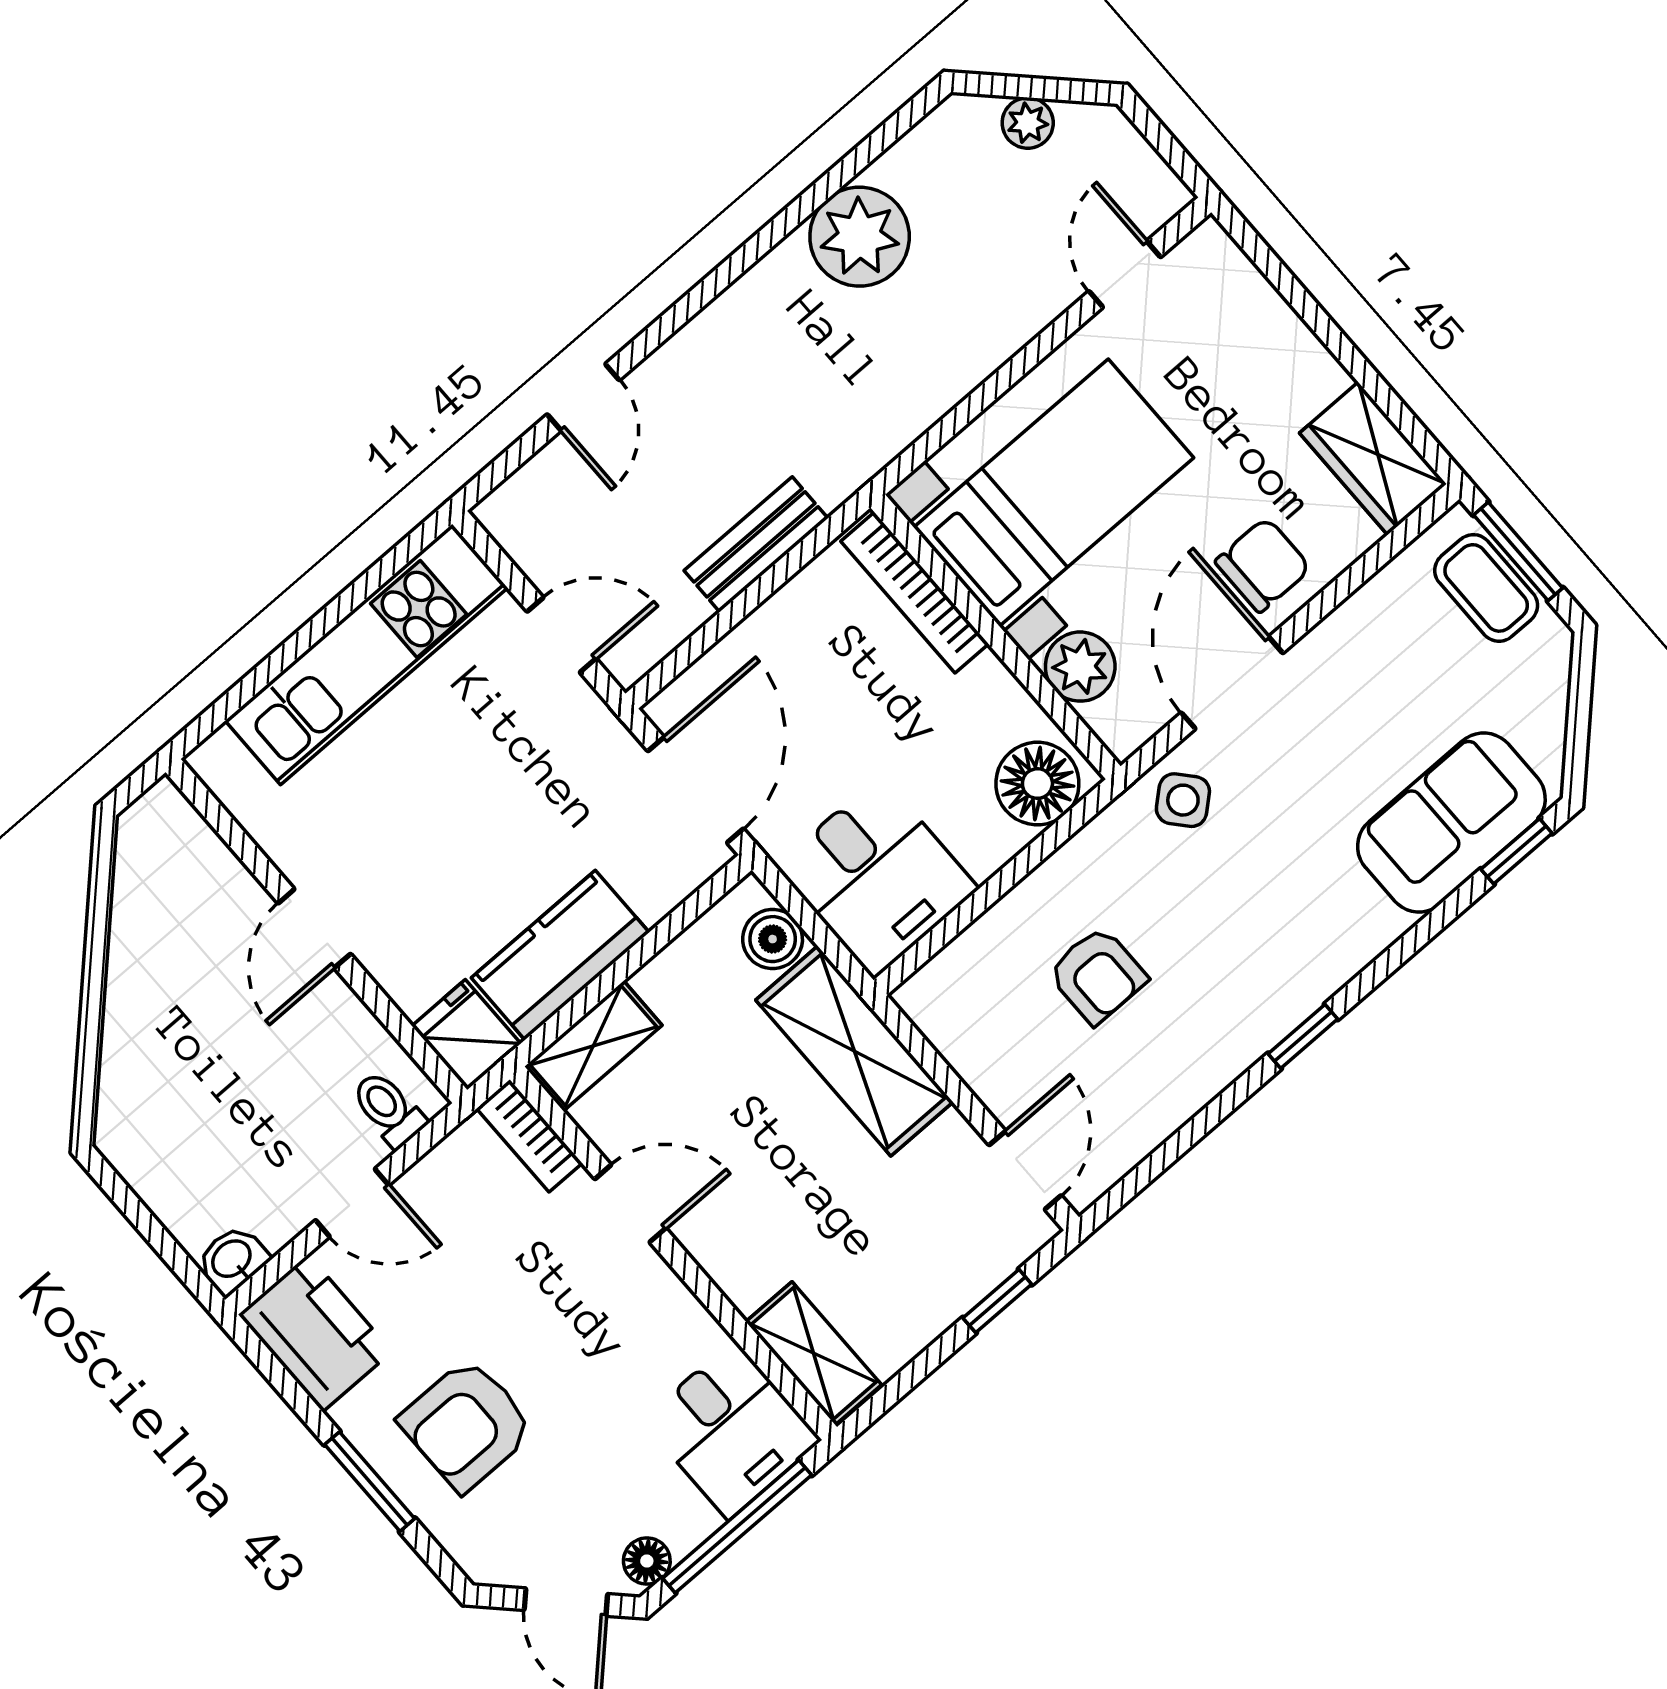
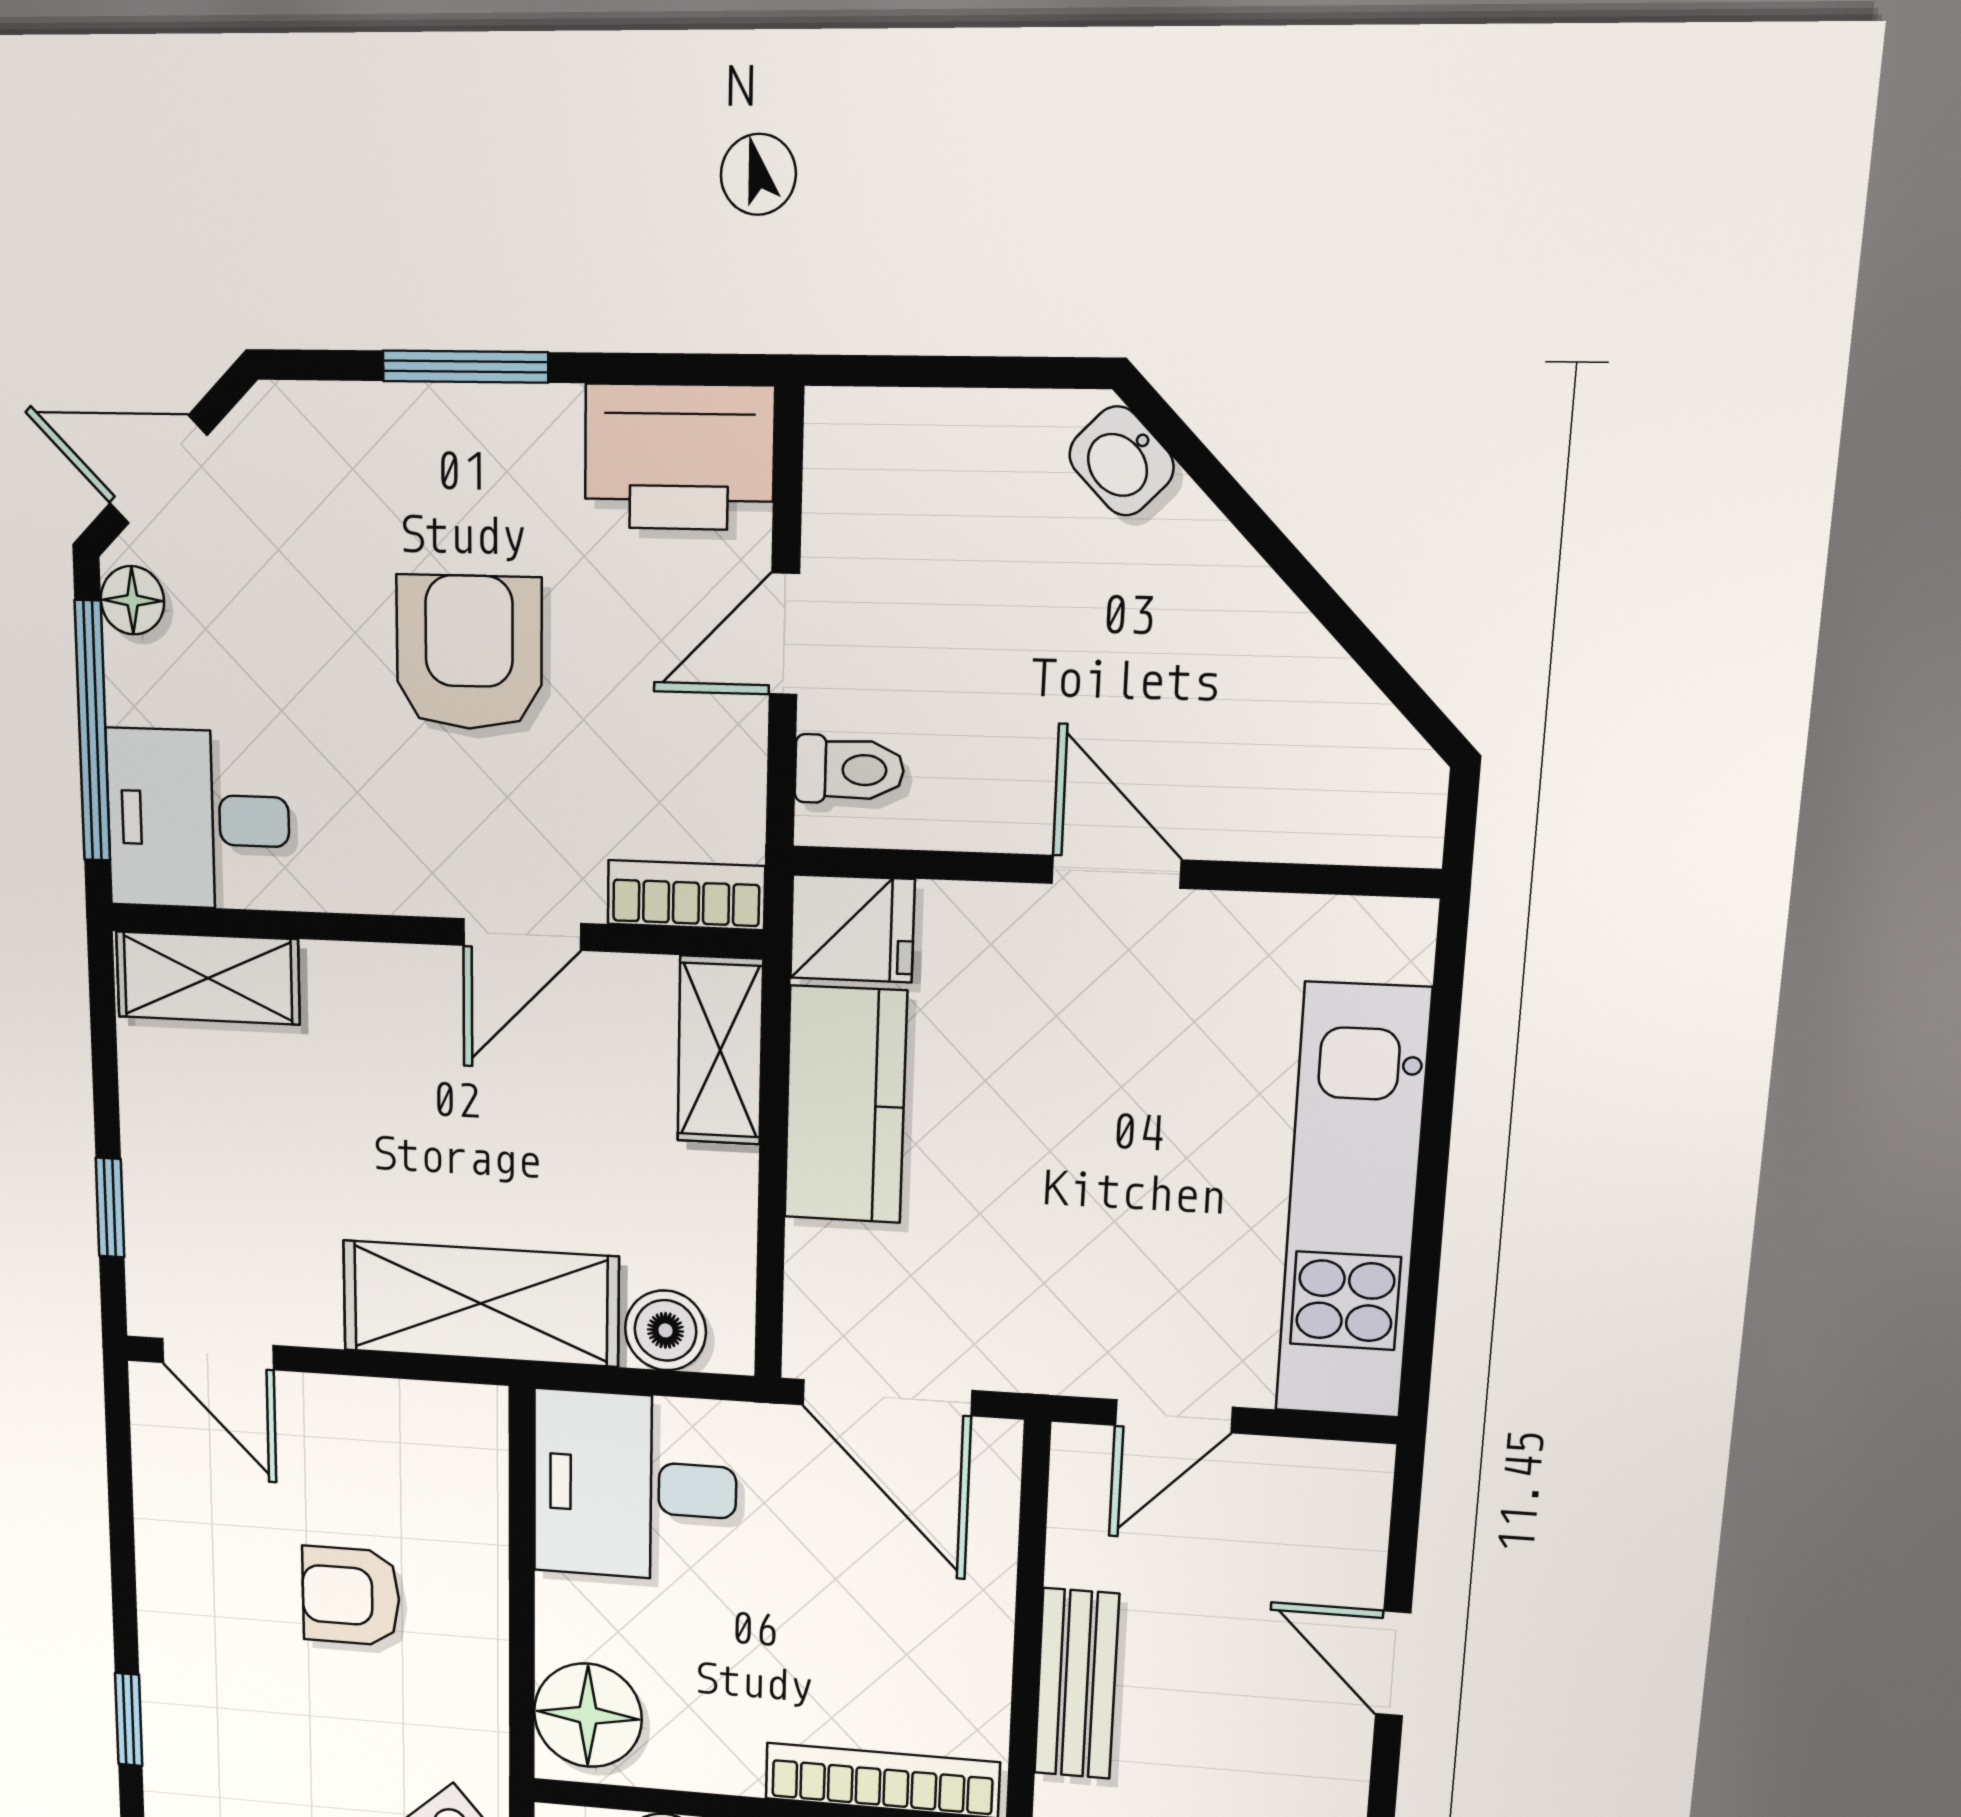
washbasin: (232, 1260) -> (1122, 461), moved, turned 135
armchair: (467, 1425) -> (469, 653), moved

